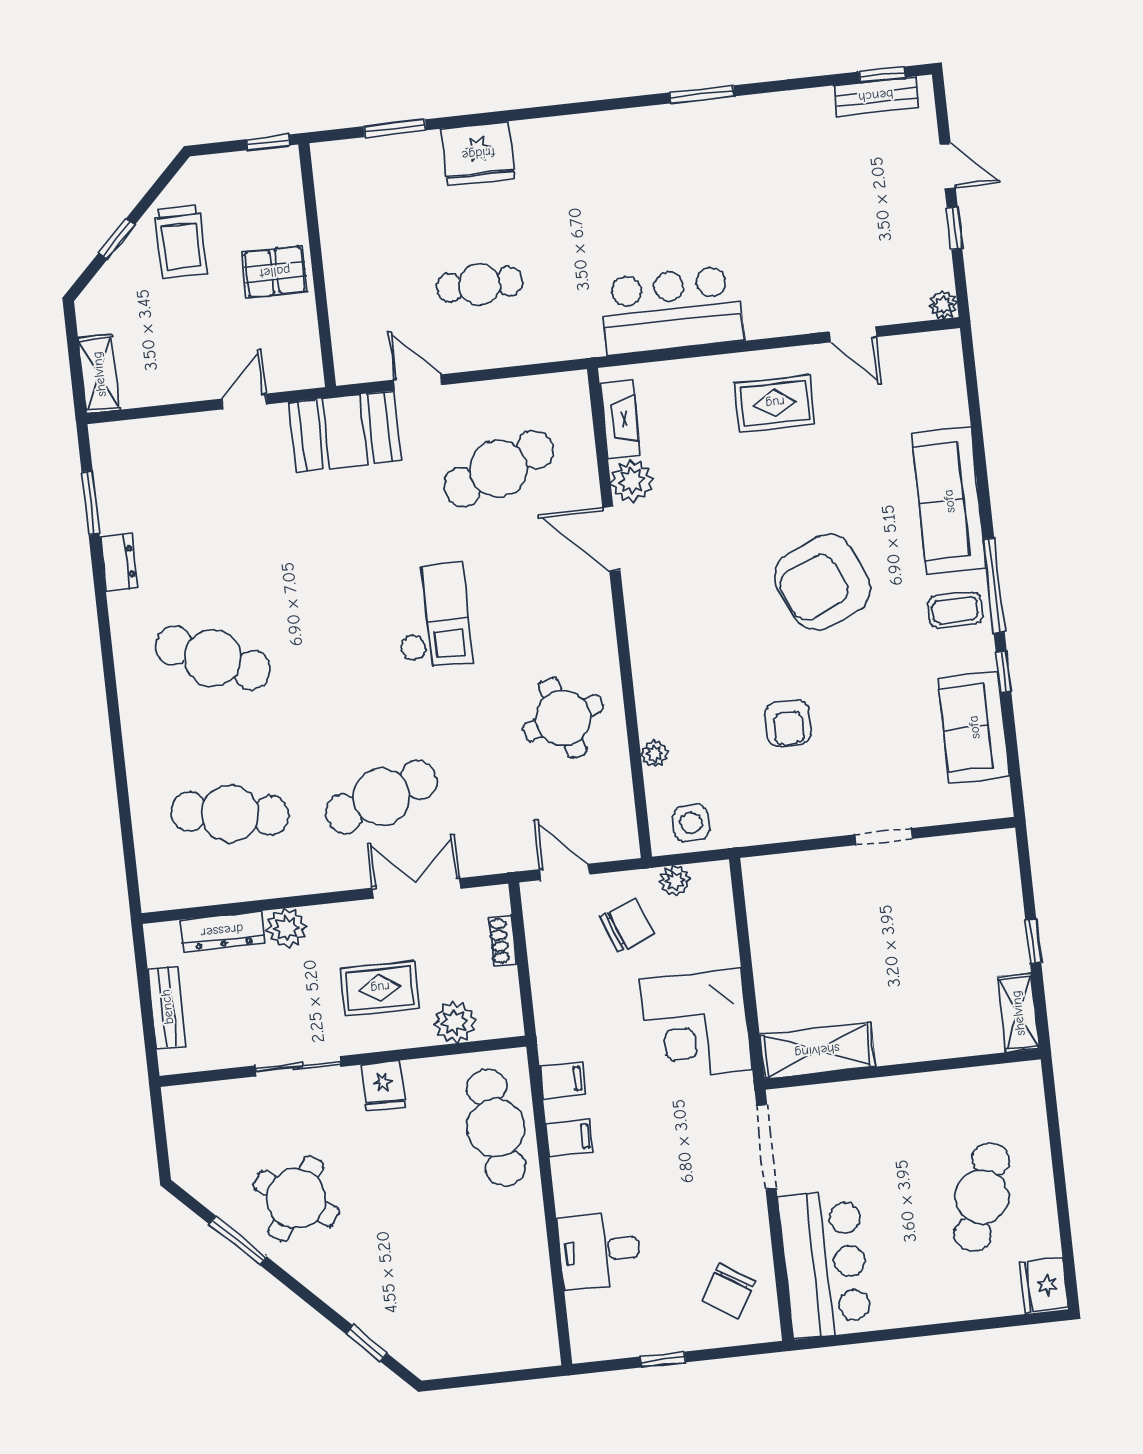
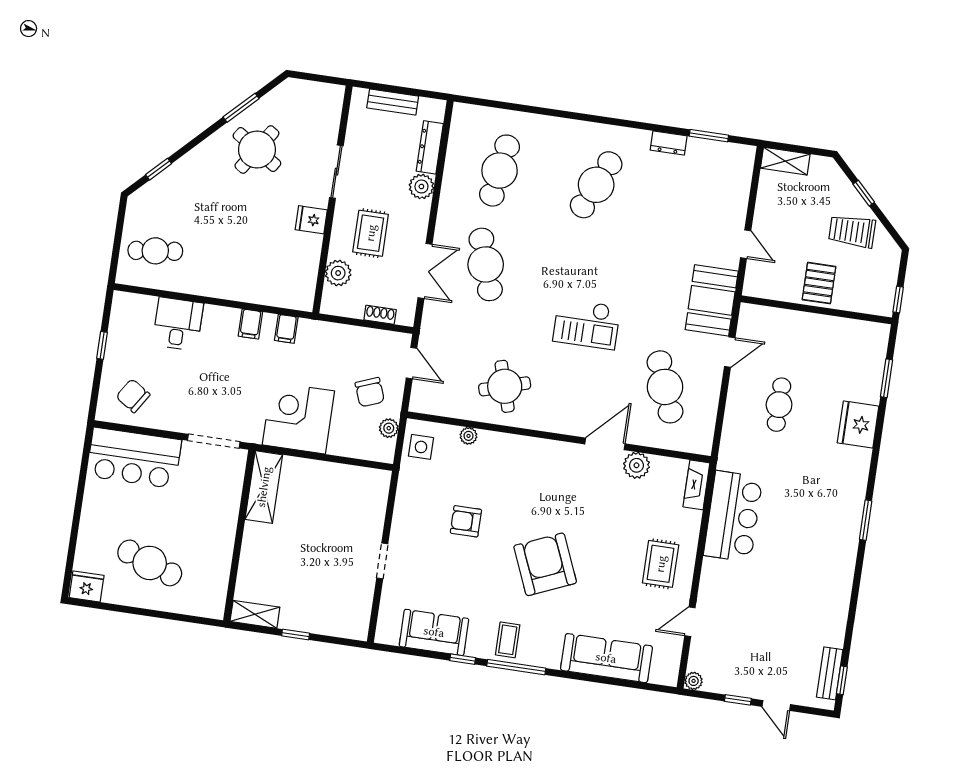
window: (702, 94) -> (866, 520), moved
door: (948, 166) -> (776, 705), hinge flipped
fireplace: (620, 420) -> (696, 485), moved, turned 90
sofa: (949, 501) -> (606, 658), moved
door: (565, 872) -> (411, 363), hinge flipped
cafe table: (496, 1128) -> (155, 251), moved, width x0.73, depth x0.74

